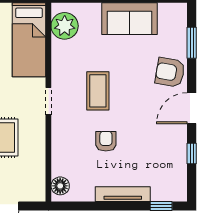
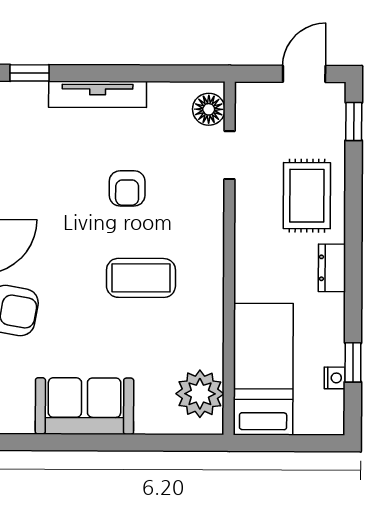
coffee table: (98, 91) -> (141, 278), turned 90
doorway: (48, 101) -> (229, 155), moved

